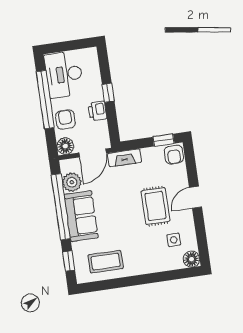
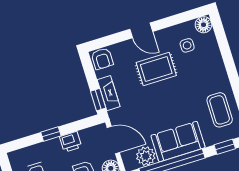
window: (164, 140) -> (98, 100), moved
armchair: (174, 155) -> (102, 59), turned 90
fireplace: (124, 158) -> (109, 93), moved

